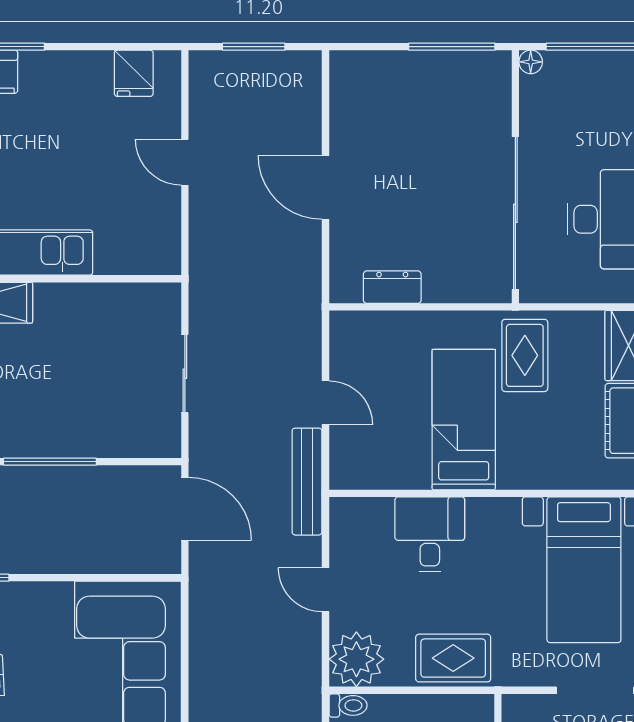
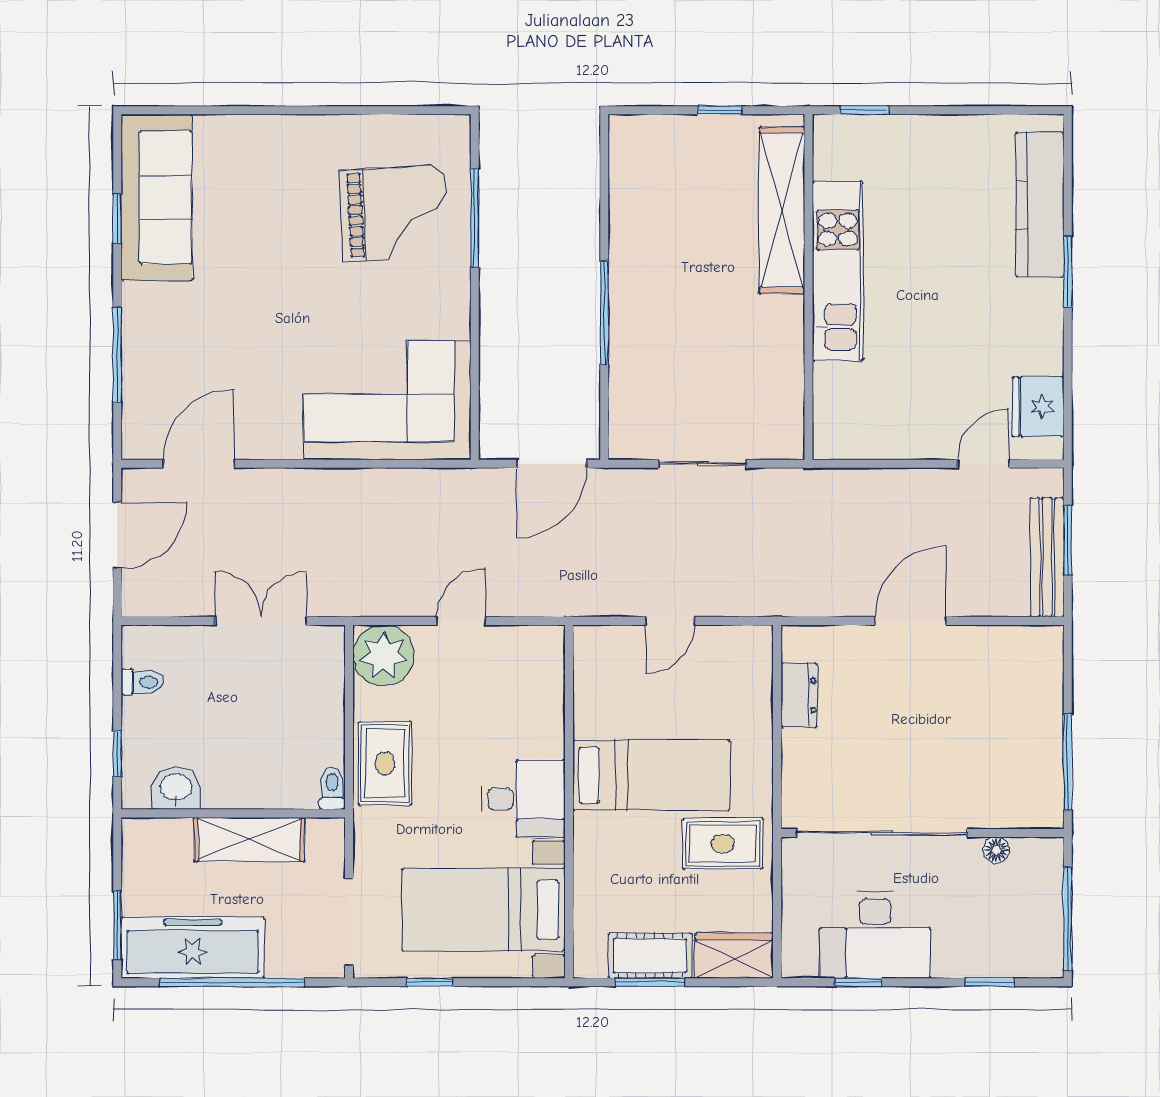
floor lamp: (531, 62) -> (996, 850), moved
fridge: (134, 73) -> (1038, 407), width x1.38
door: (185, 162) -> (984, 464), moved
bench: (307, 482) -> (1047, 557), moved, turned 90
desk: (430, 534) -> (523, 799), moved
toilet: (348, 705) -> (332, 788), moved, turned 180

